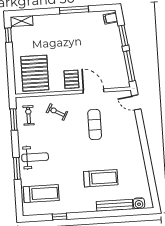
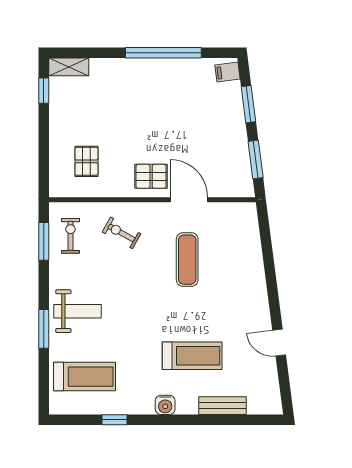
window: (74, 10) -> (163, 53), width x1.46
window: (129, 66) -> (256, 160), width x0.69
pallet: (35, 73) -> (86, 161), width x0.49, depth x0.50
pallet: (71, 79) -> (151, 176), turned 90
door: (136, 102) -> (279, 343), moved
water cooler: (139, 203) -> (165, 405), moved
bench: (115, 205) -> (222, 406), width x0.73

